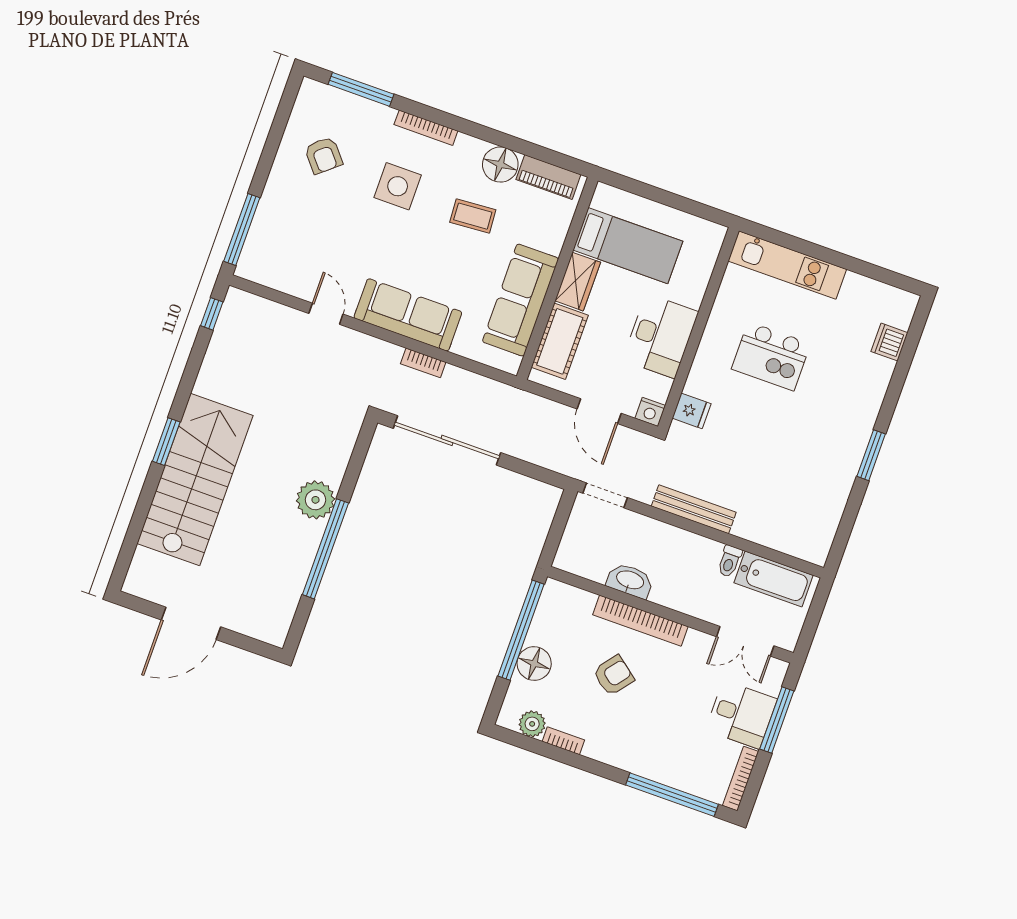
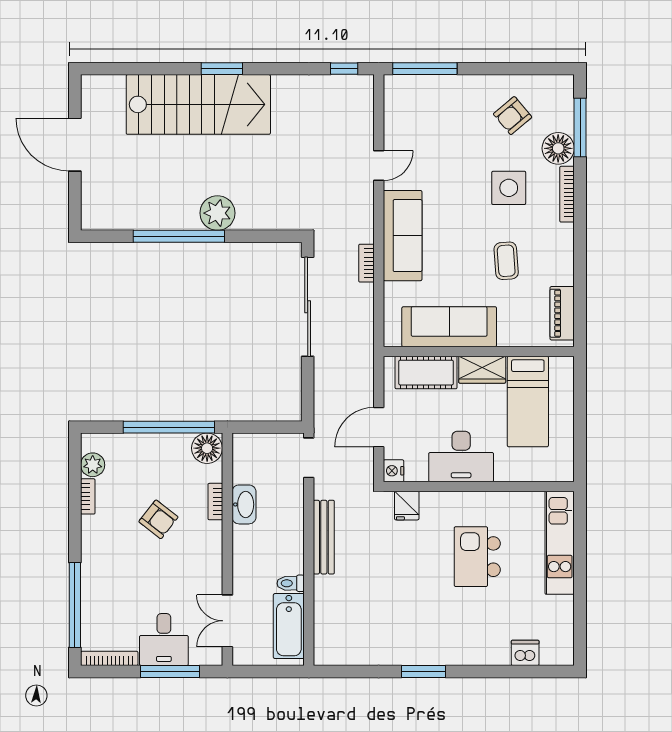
floor lamp: (500, 165) -> (558, 148), moved
bookcase: (640, 621) -> (215, 502), width x0.43, depth x0.76
floor lamp: (534, 664) -> (207, 448), moved

